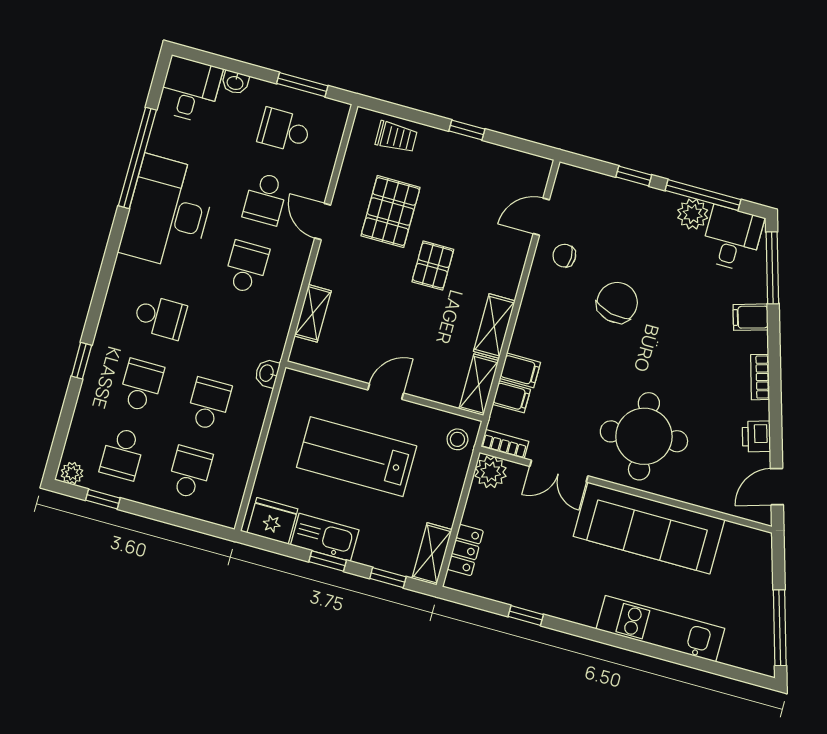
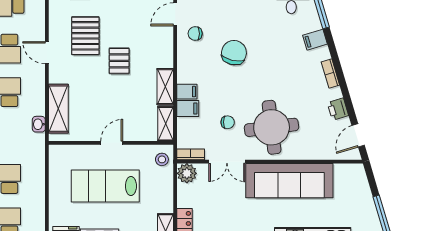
shelving: (313, 313) -> (58, 109), width x1.50, depth x1.33
washbasin: (267, 373) -> (39, 124), moved
filing cabinet: (511, 397) -> (187, 92), moved
chair: (577, 409) -> (228, 122), added

